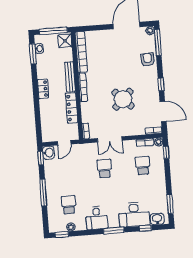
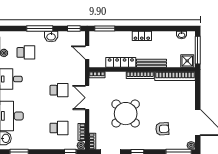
window: (33, 54) -> (105, 28), moved
armchair: (148, 60) -> (162, 129), moved
round table: (123, 99) -> (126, 114), width x1.36, depth x1.36
washbasin: (48, 153) -> (51, 36), moved

